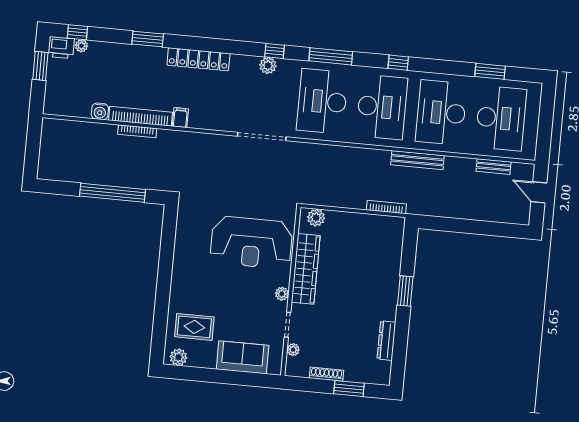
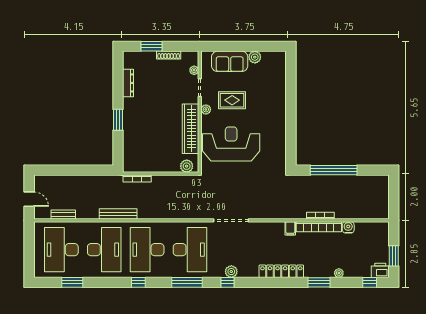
plant: (81, 46) -> (339, 273), moved
rug: (194, 327) -> (232, 100), moved
plant: (178, 357) -> (255, 57), moved

